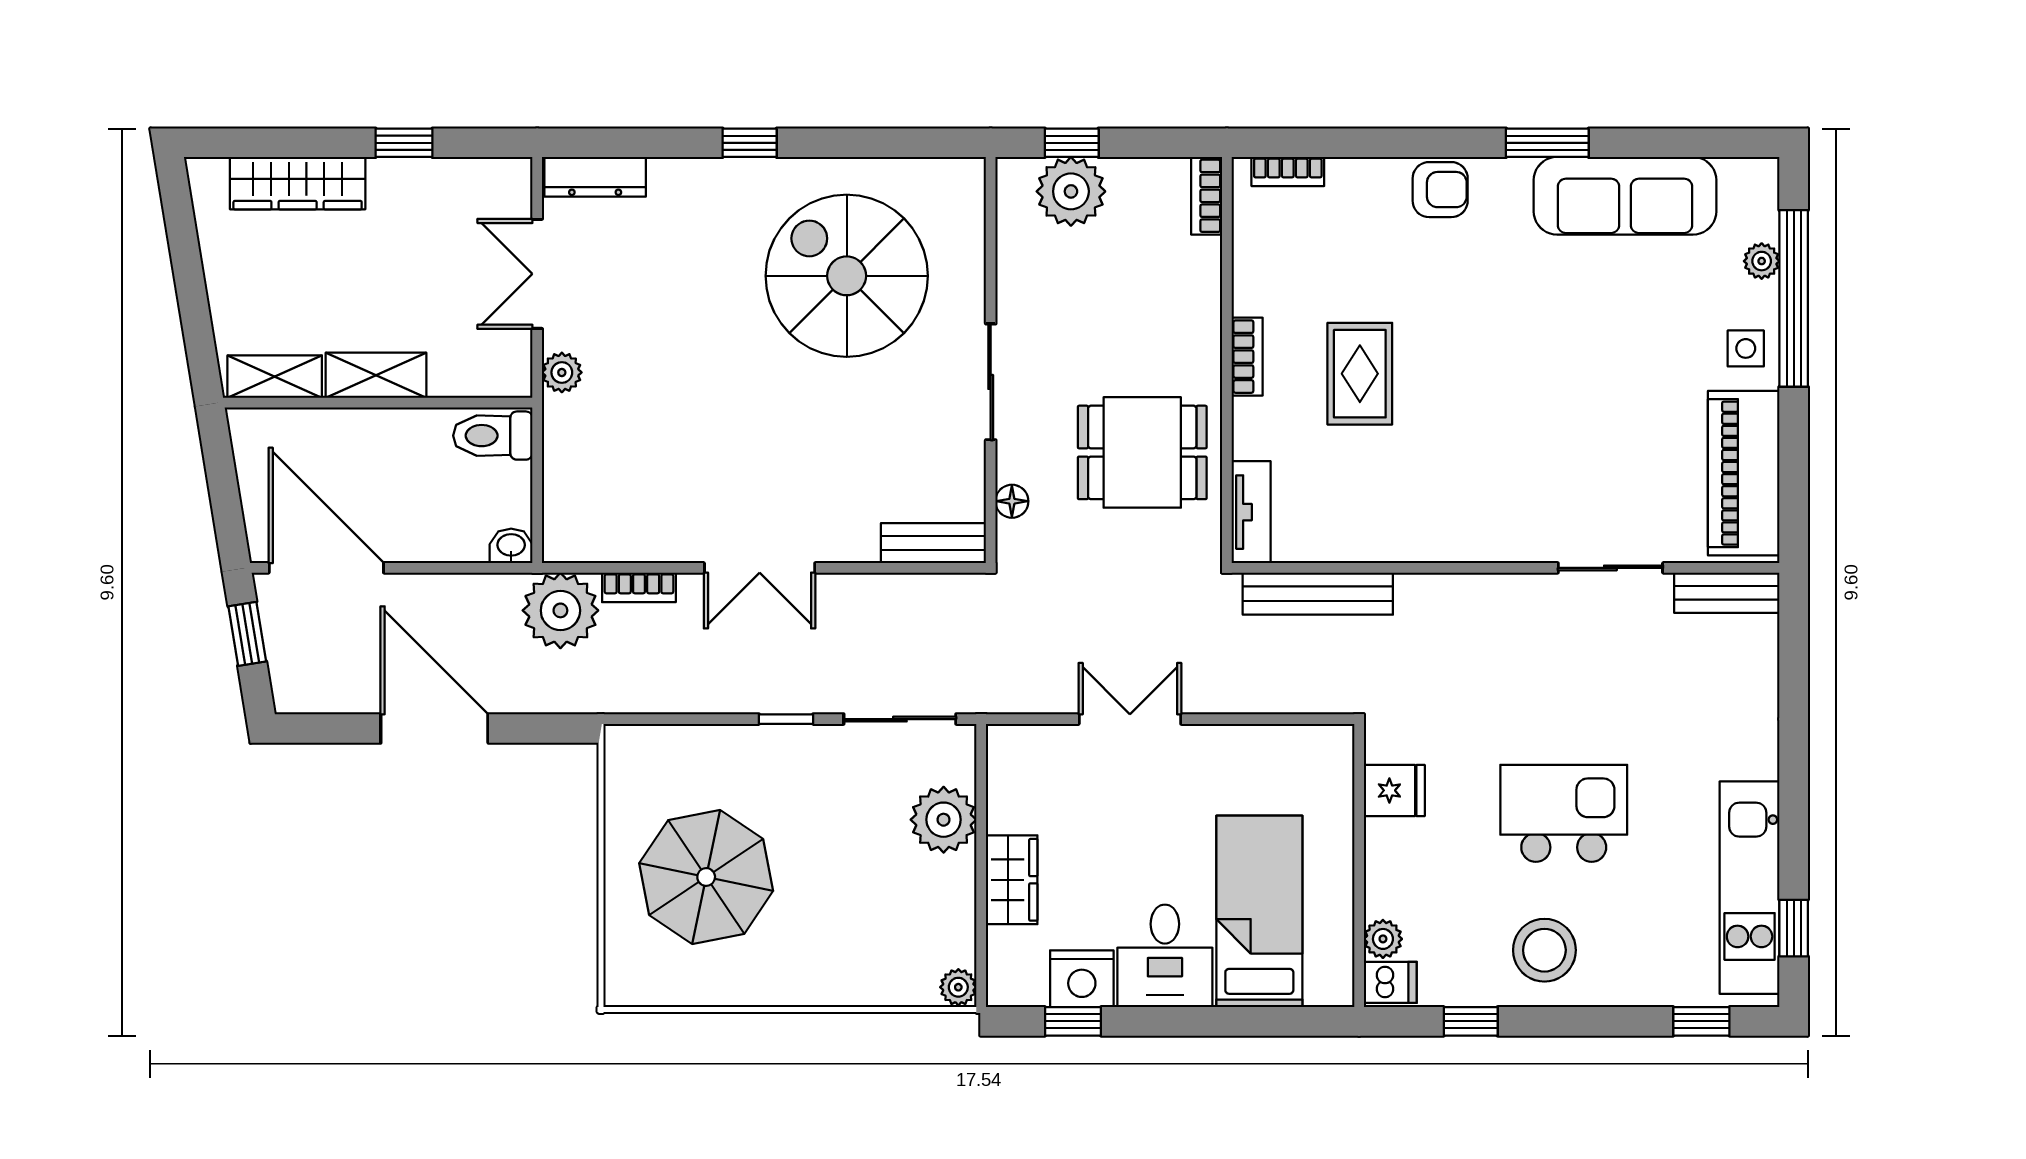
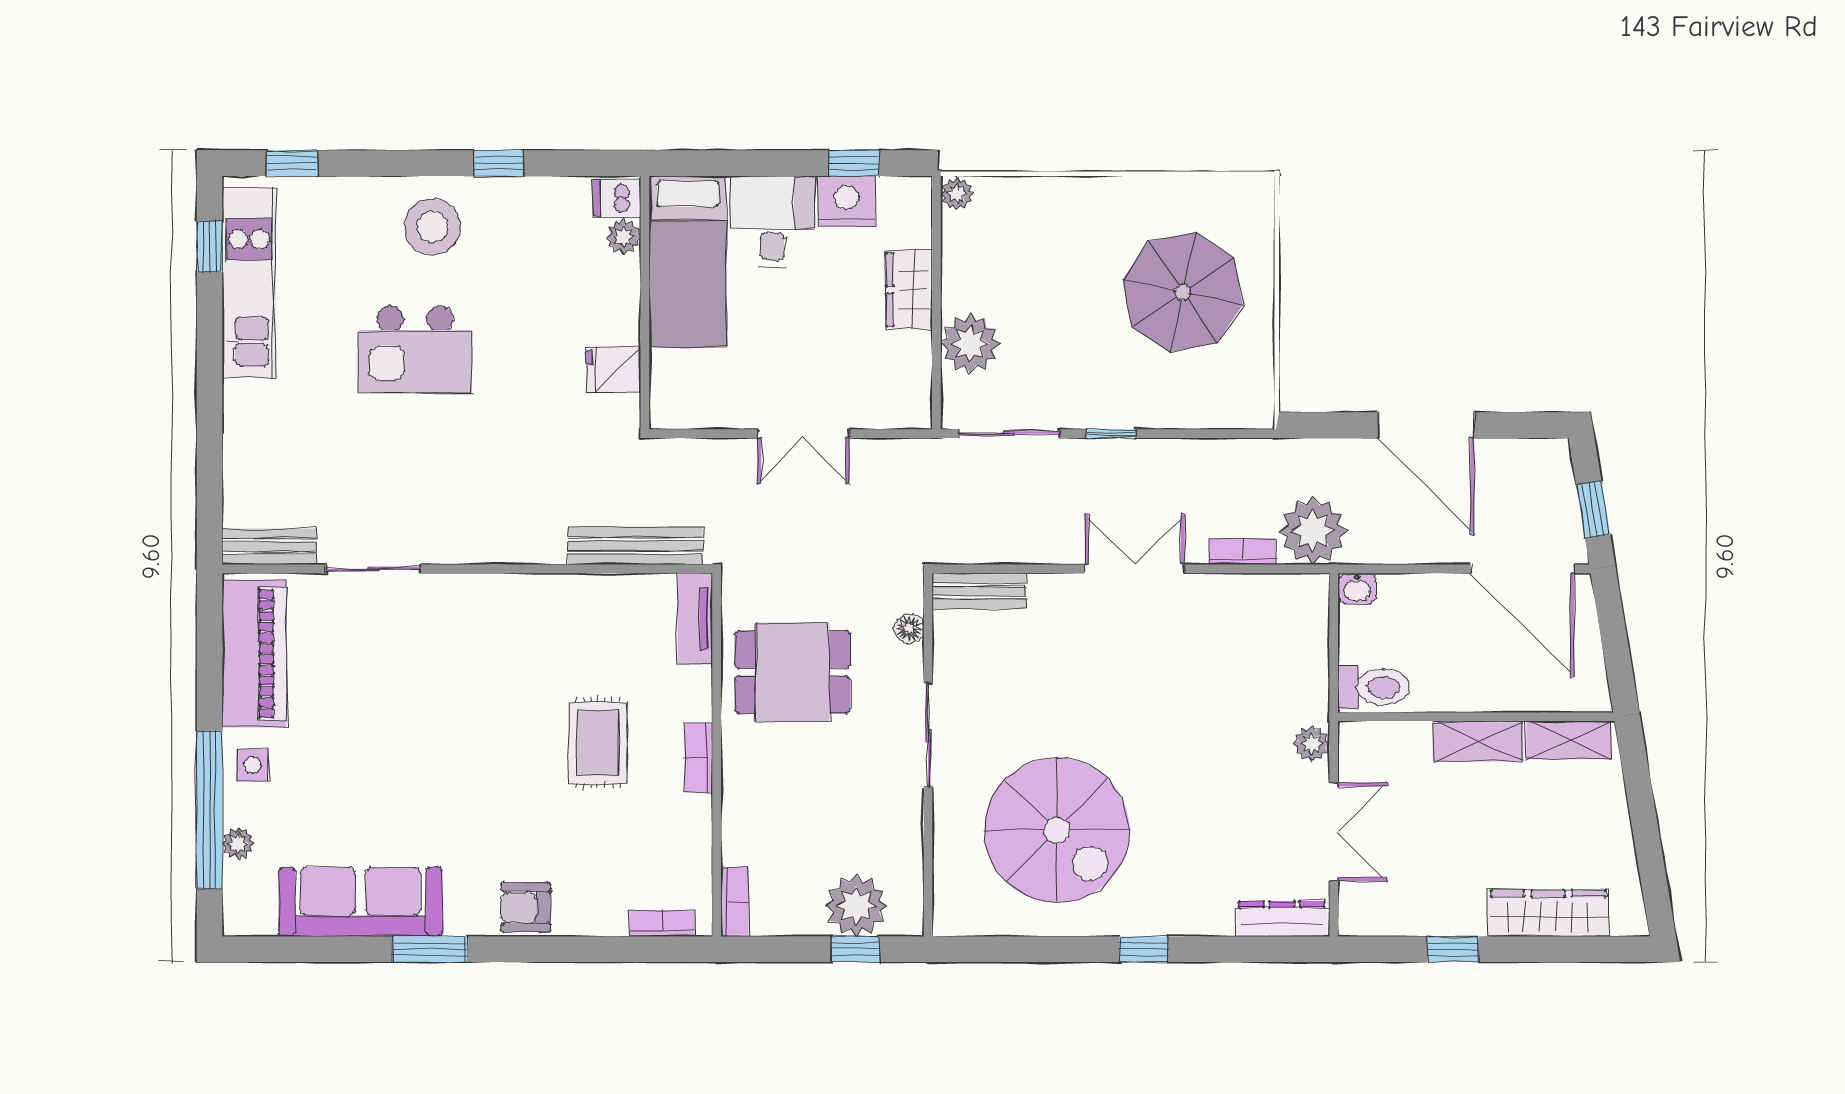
fridge: (1394, 790) -> (613, 370), moved
wall: (1359, 865) -> (645, 303), moved
plant: (1383, 939) -> (623, 237), moved
dishwasher: (1390, 982) -> (617, 198), moved

